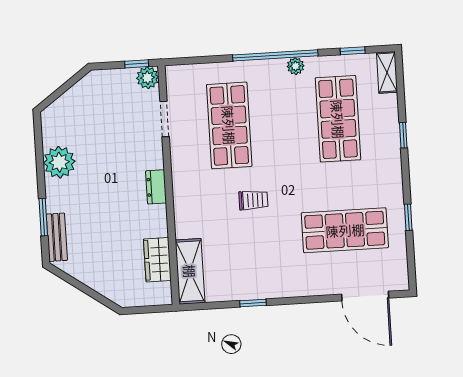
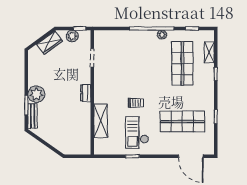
shelving: (387, 72) -> (209, 52), moved
plant: (148, 78) -> (72, 36), moved
shop shelf: (229, 125) -> (126, 63), removed
plant: (59, 162) -> (36, 94), moved
checkout: (259, 257) -> (137, 133), added
wardrobe: (157, 260) -> (50, 43), moved, turned -126
shelving: (190, 271) -> (101, 121), moved

